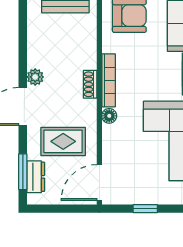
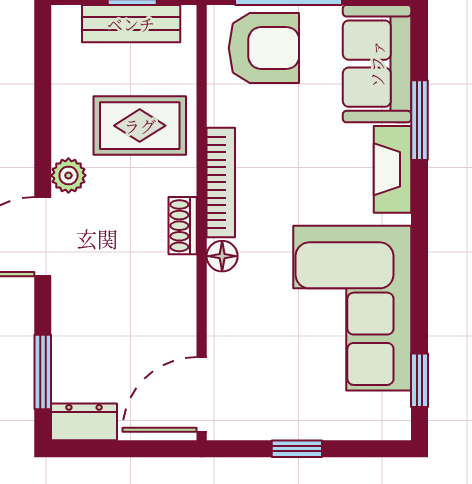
shoe rack: (90, 84) -> (183, 226), moved
rug: (63, 141) -> (140, 126), moved
dresser: (36, 177) -> (84, 422), moved, turned -90

